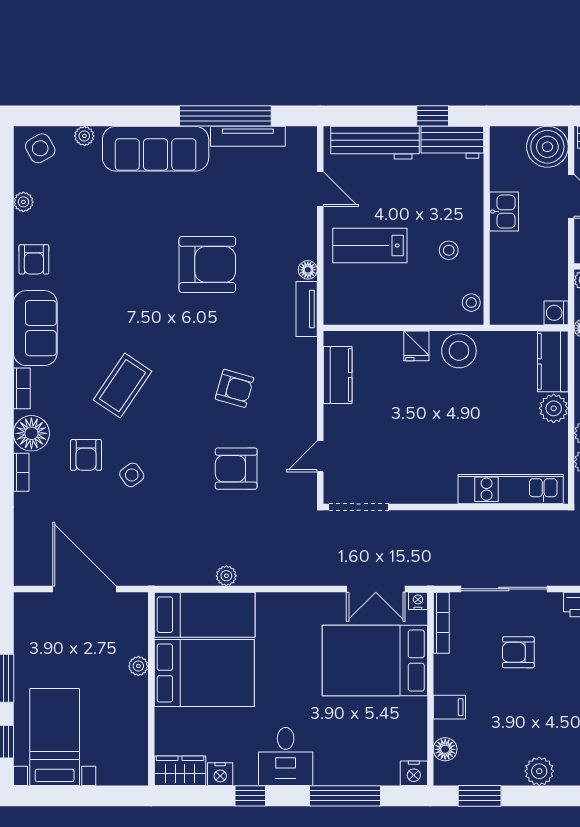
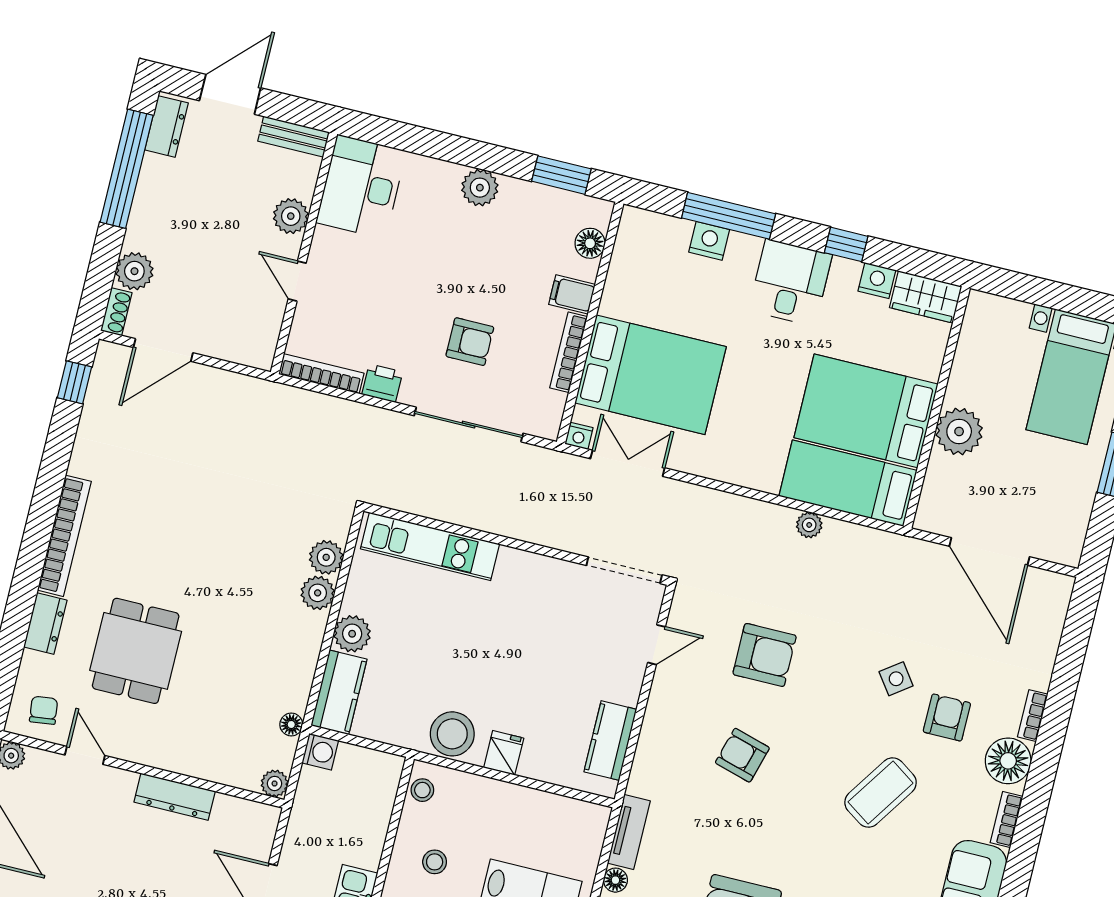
bookcase: (441, 623) -> (569, 352), moved
plant: (138, 666) -> (959, 431), width x1.88, depth x1.88
nightstand: (414, 773) -> (709, 241), moved

